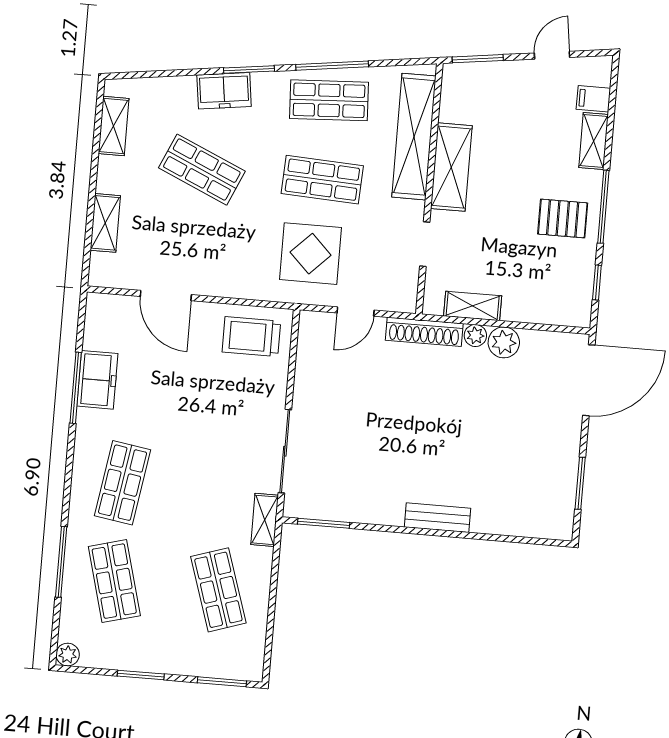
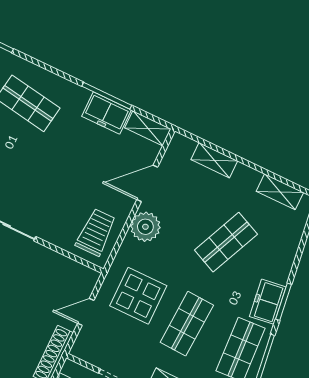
freezer: (224, 91) -> (268, 302), moved
plant: (221, 277) -> (145, 227), added
door: (356, 312) -> (86, 312), hinge flipped
shelving: (97, 321) -> (148, 128), added

